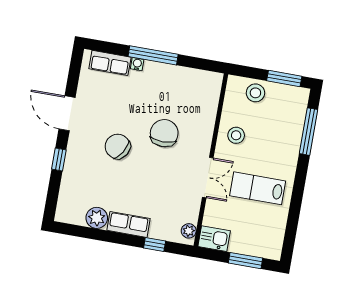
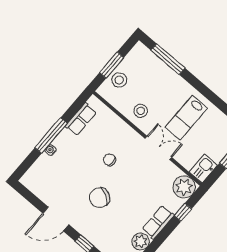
row of seats: (110, 63) -> (81, 119), moved
window: (284, 79) -> (112, 65), moved
chair: (164, 133) -> (110, 160), width x0.54, depth x0.54
plant: (189, 231) -> (184, 187), width x1.88, depth x1.88

